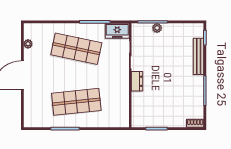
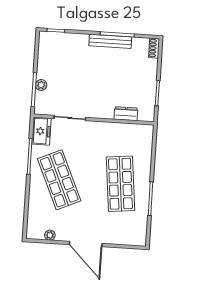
shop shelf: (76, 49) -> (59, 180), turned -36
bench: (199, 56) -> (110, 41), moved
dresser: (137, 81) -> (126, 114), moved

